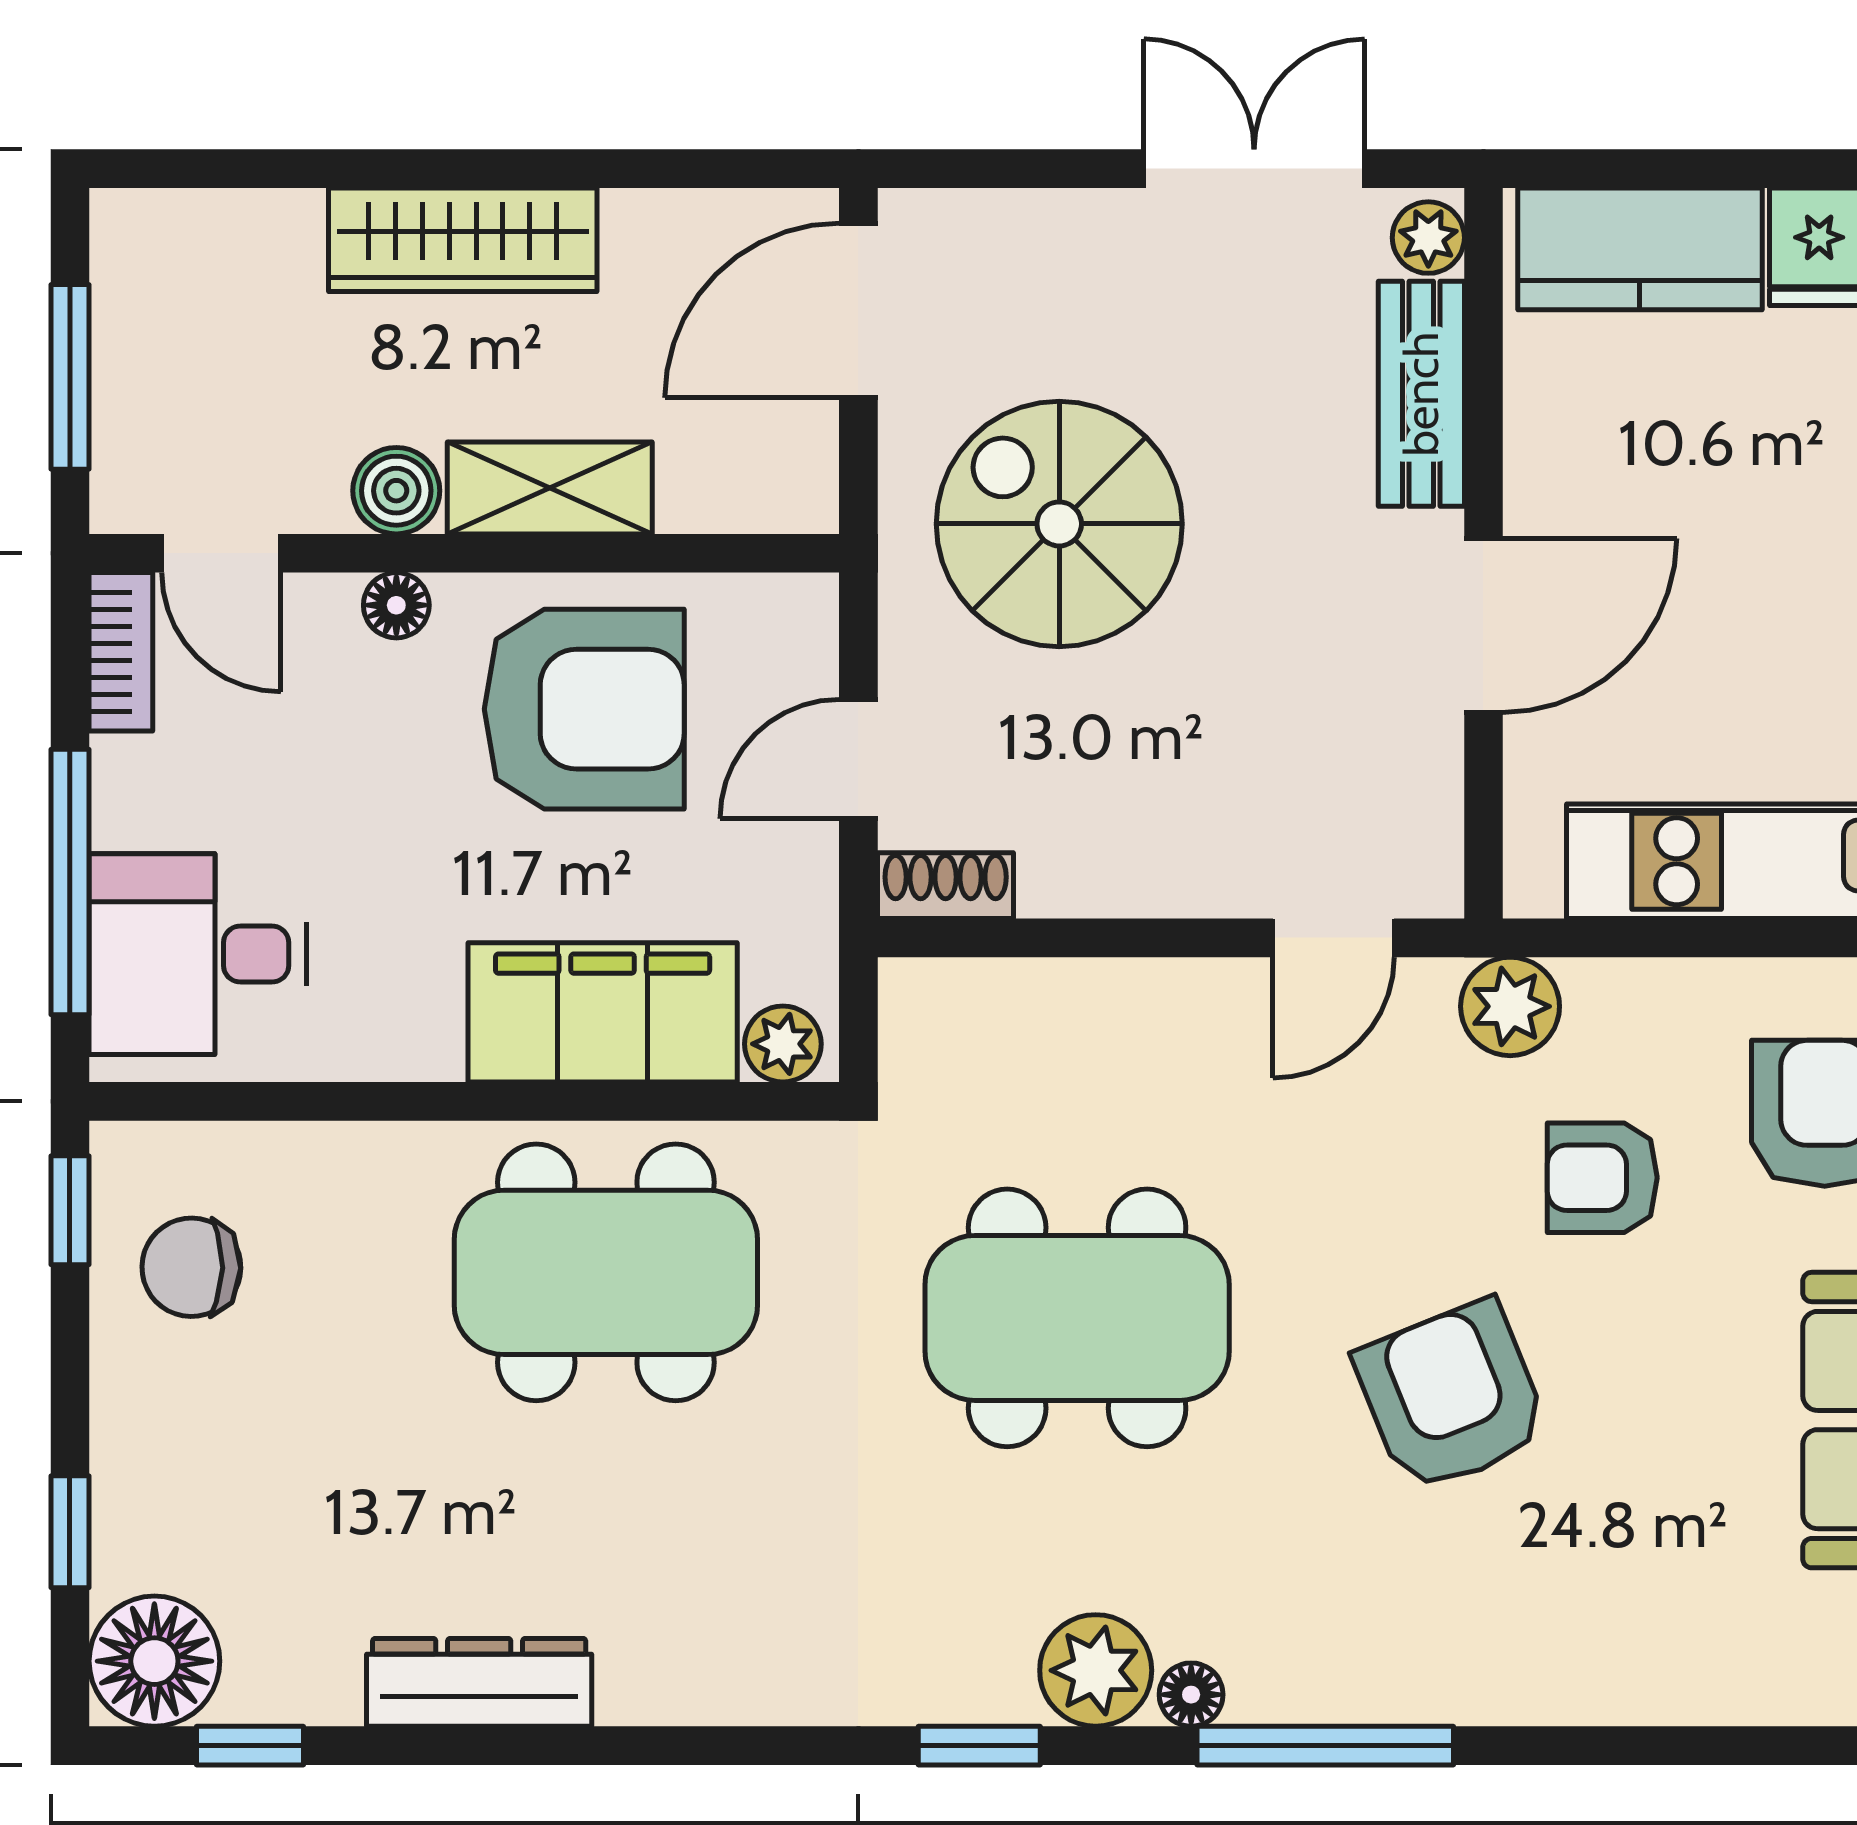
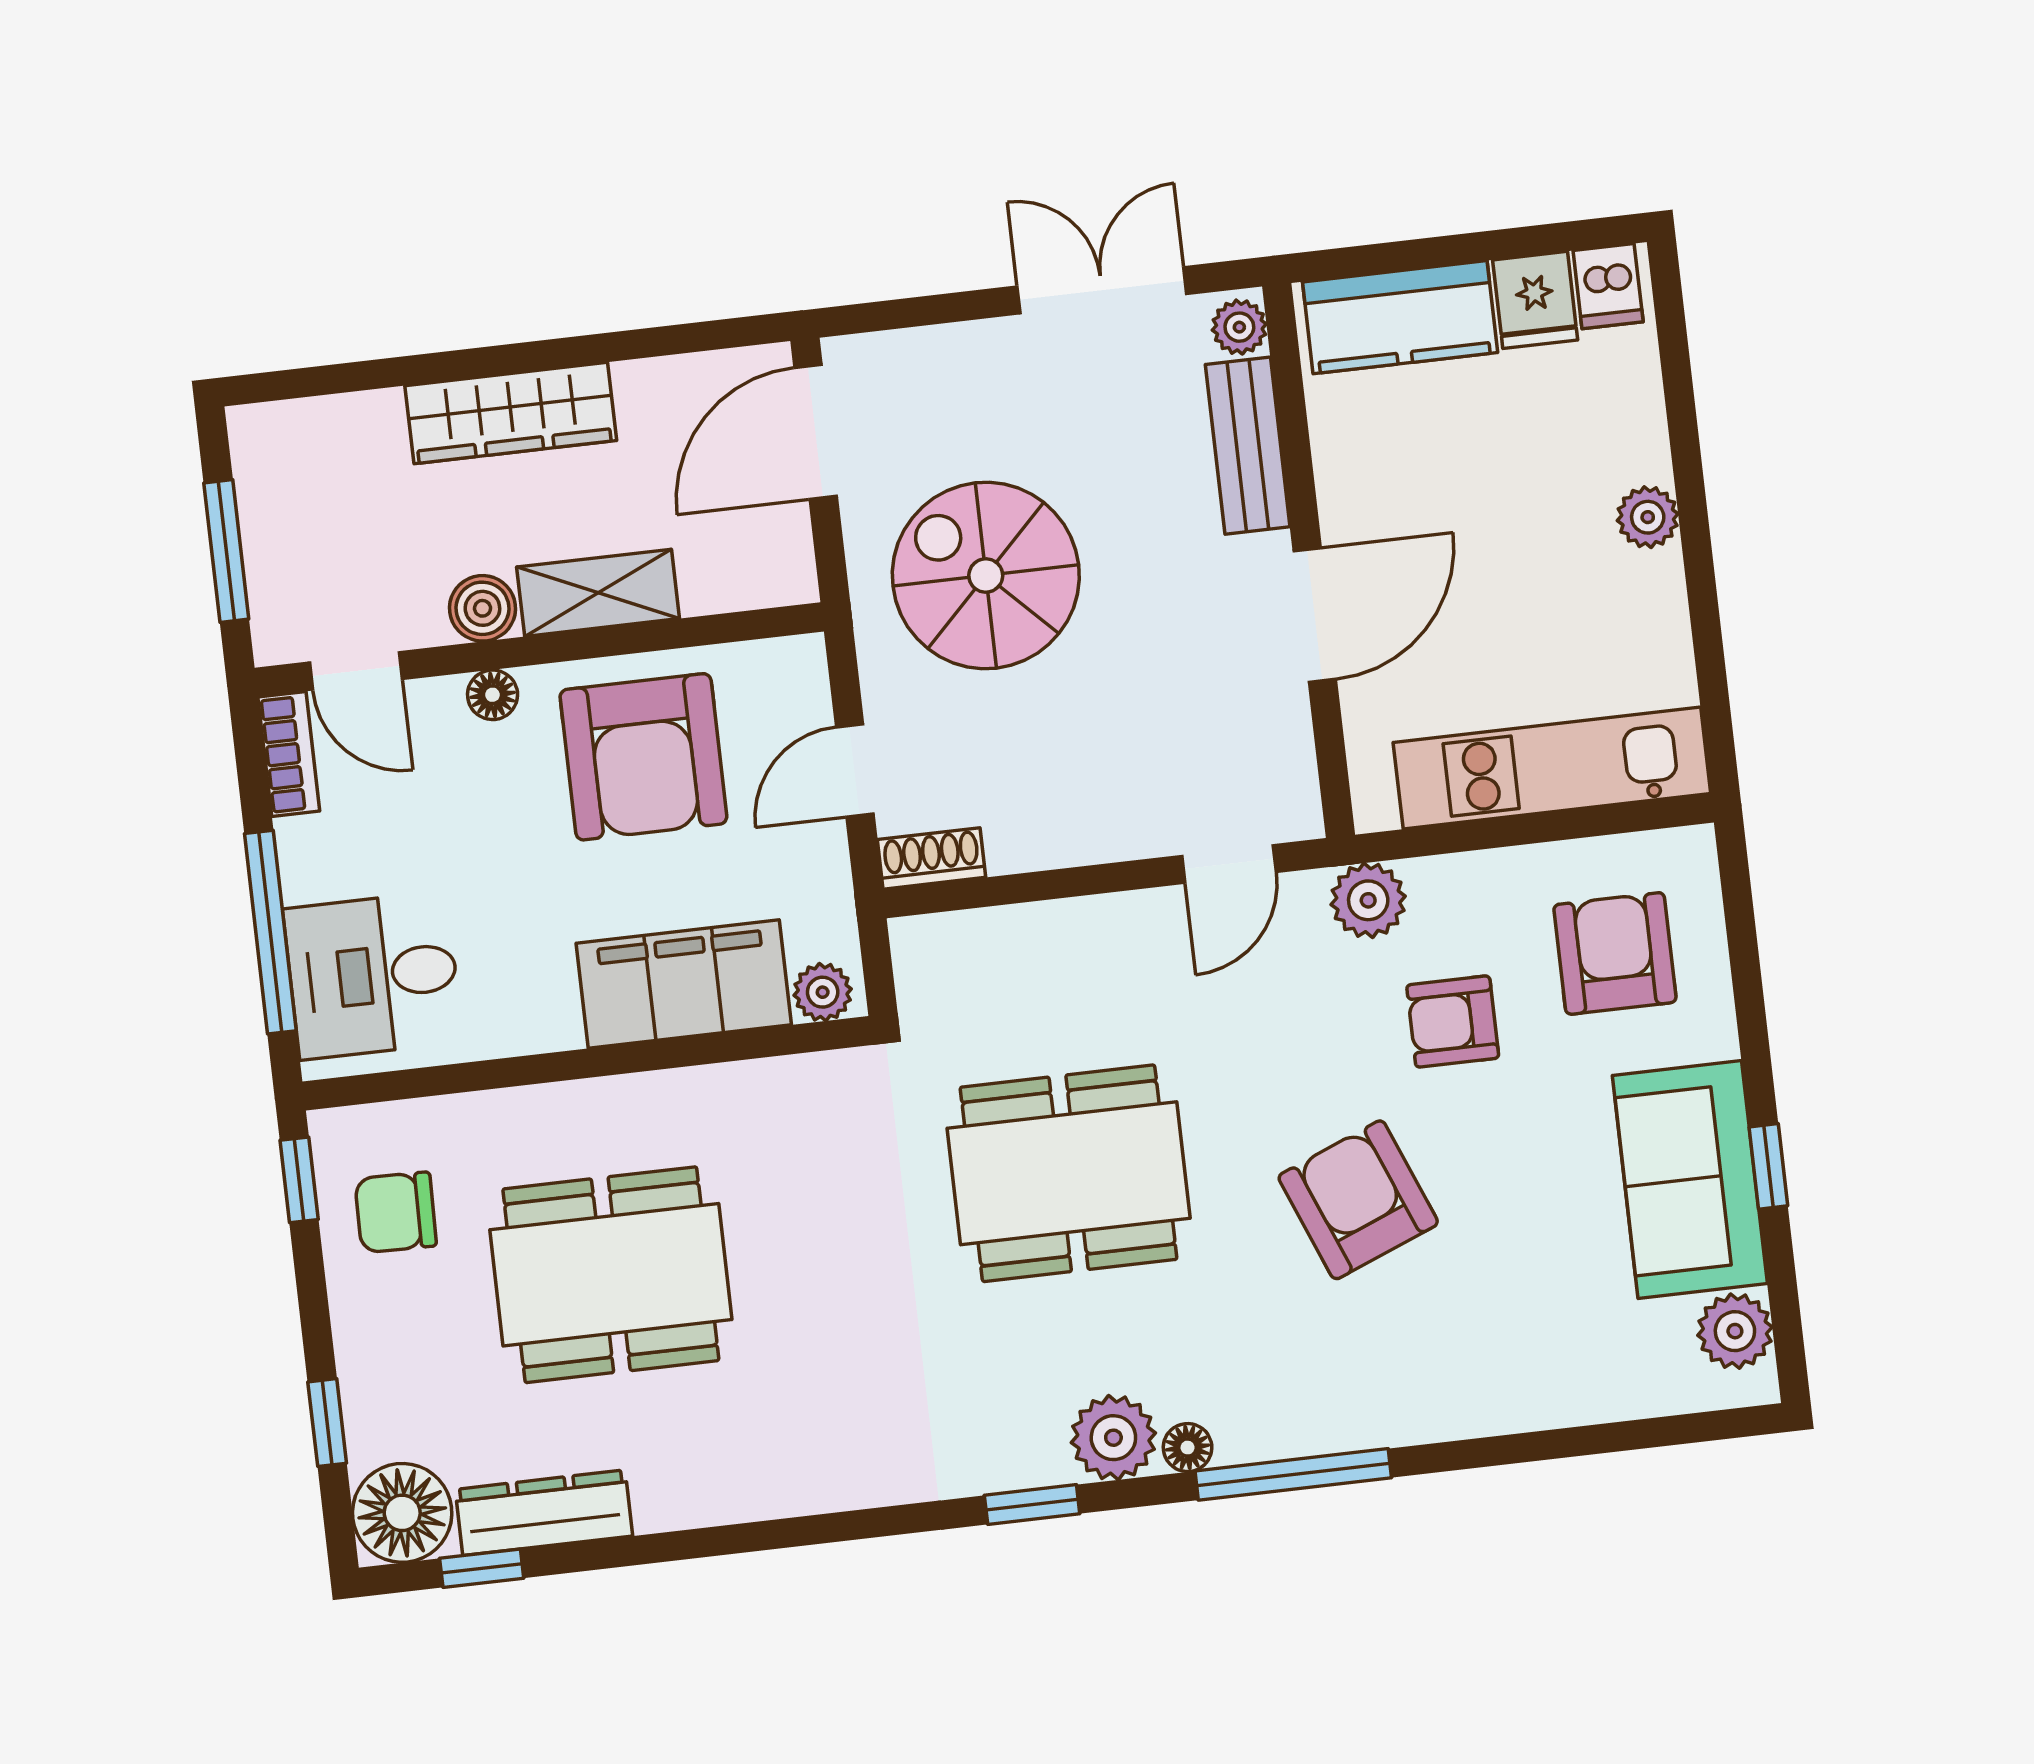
armchair: (584, 709) -> (643, 757), turned 90
dining table: (606, 1272) -> (611, 1275), moved
dresser: (479, 1682) -> (544, 1513), moved

